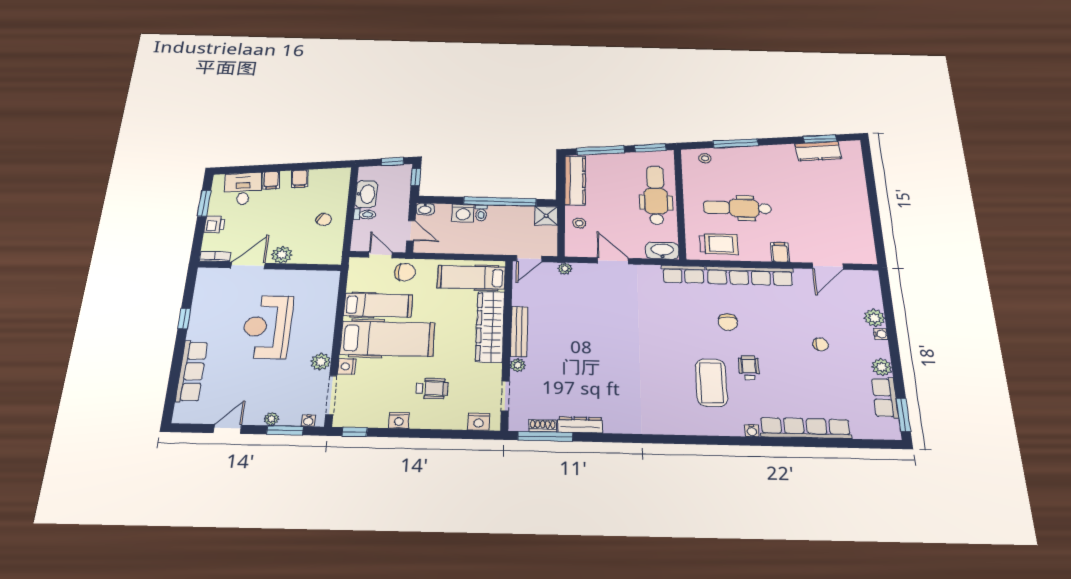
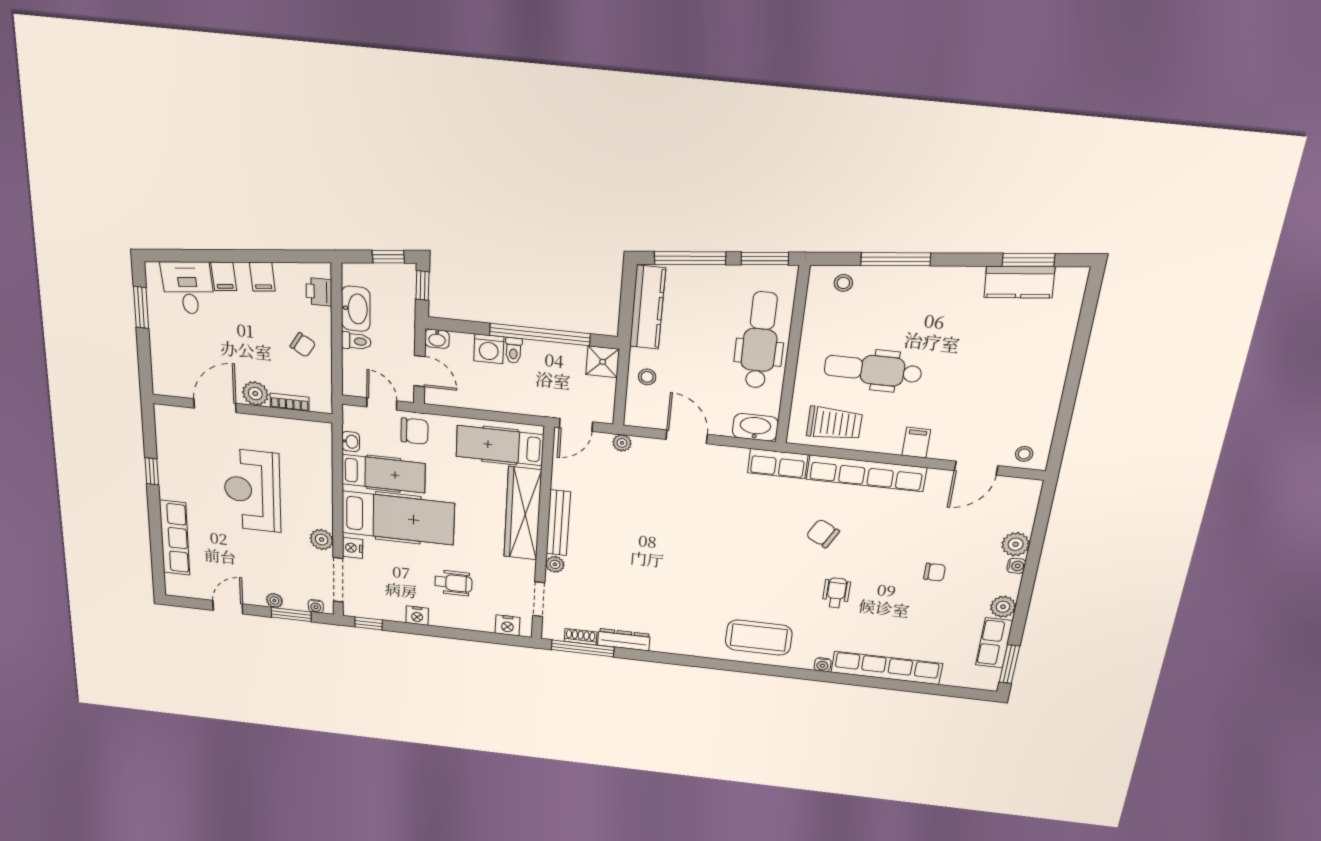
printer: (215, 224) -> (319, 292), moved, turned 180
stool: (858, 254) -> (1024, 454), added
bookcase: (215, 257) -> (290, 402), moved
washbasin: (354, 283) -> (351, 442), added
chair: (728, 322) -> (823, 533), turned 118
coffee table: (711, 383) -> (759, 638), moved, turned 90

